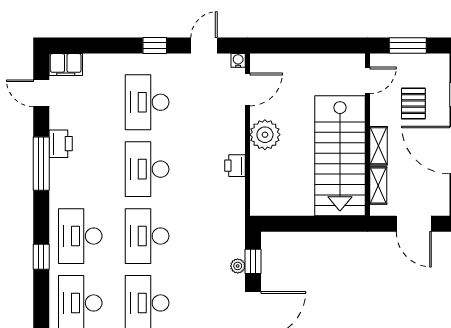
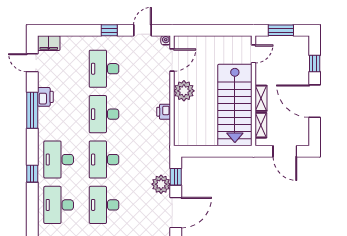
pallet: (413, 104) -> (285, 70), removed
plant: (238, 266) -> (161, 184), width x1.88, depth x1.88

